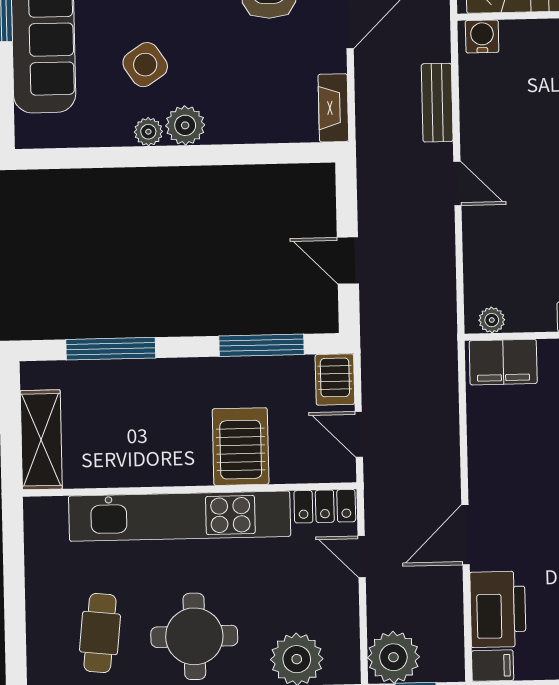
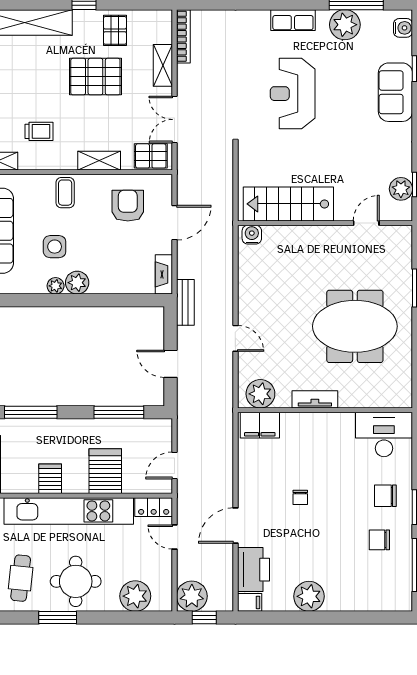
side table: (145, 65) -> (55, 247), turned 34
bench: (437, 103) -> (185, 302), moved
door: (457, 183) -> (235, 338), moved
plant: (492, 320) -> (260, 394), width x1.88, depth x1.88
server rack: (335, 379) -> (50, 479), moved, turned 180
door: (359, 434) -> (174, 466), hinge flipped

